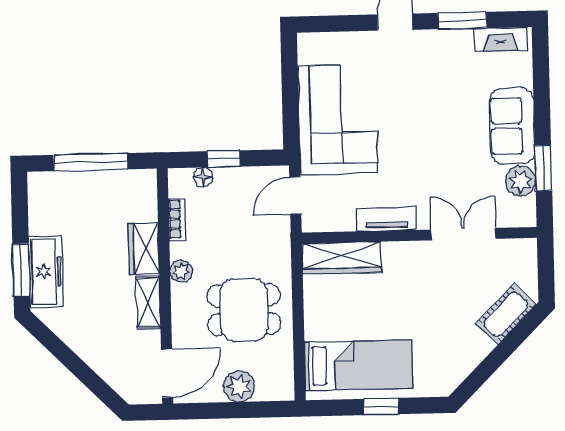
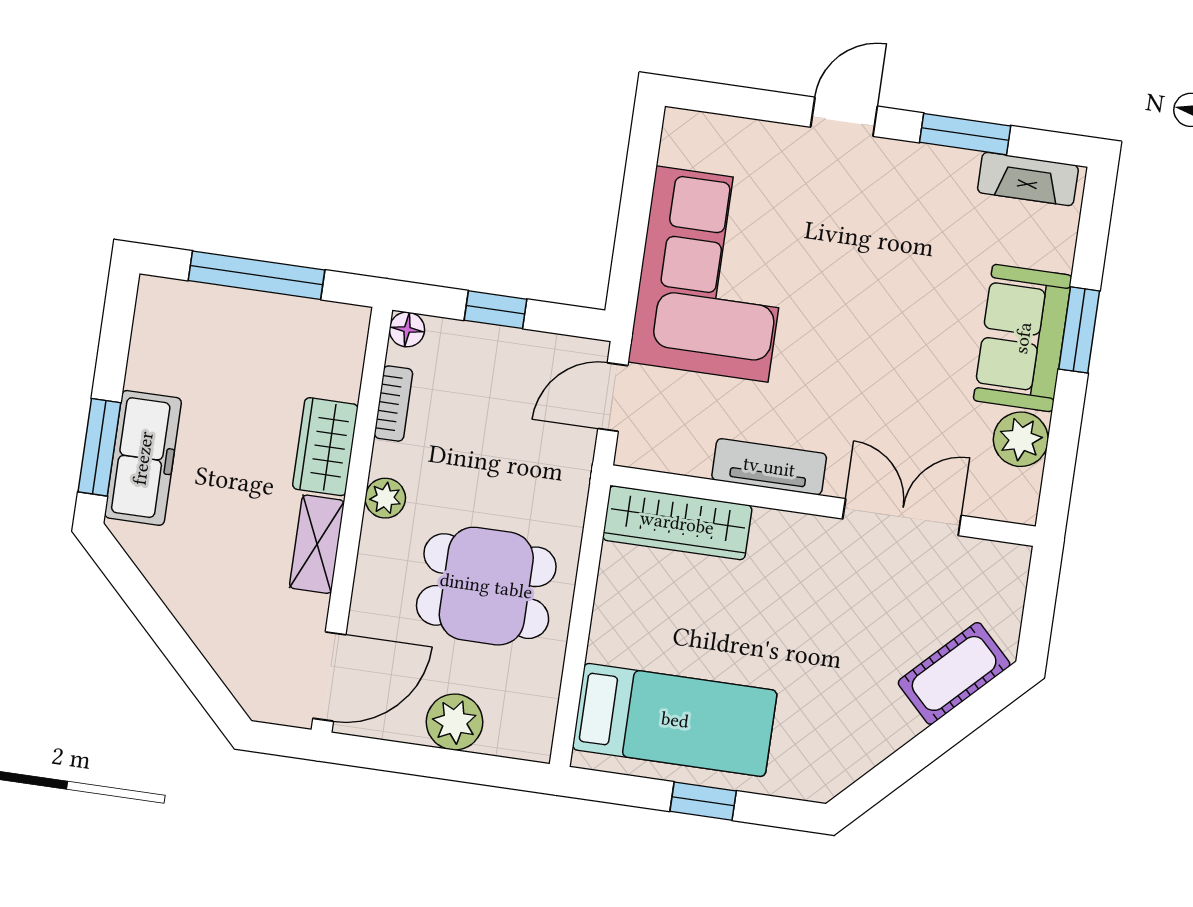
window: (543, 168) -> (1079, 330), moved
floor lamp: (203, 177) -> (407, 329), moved

